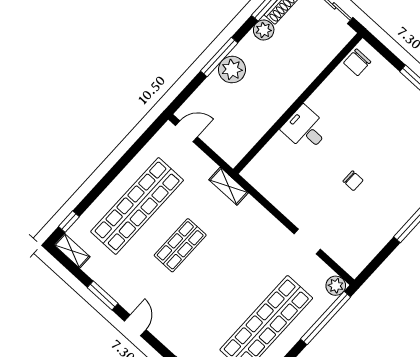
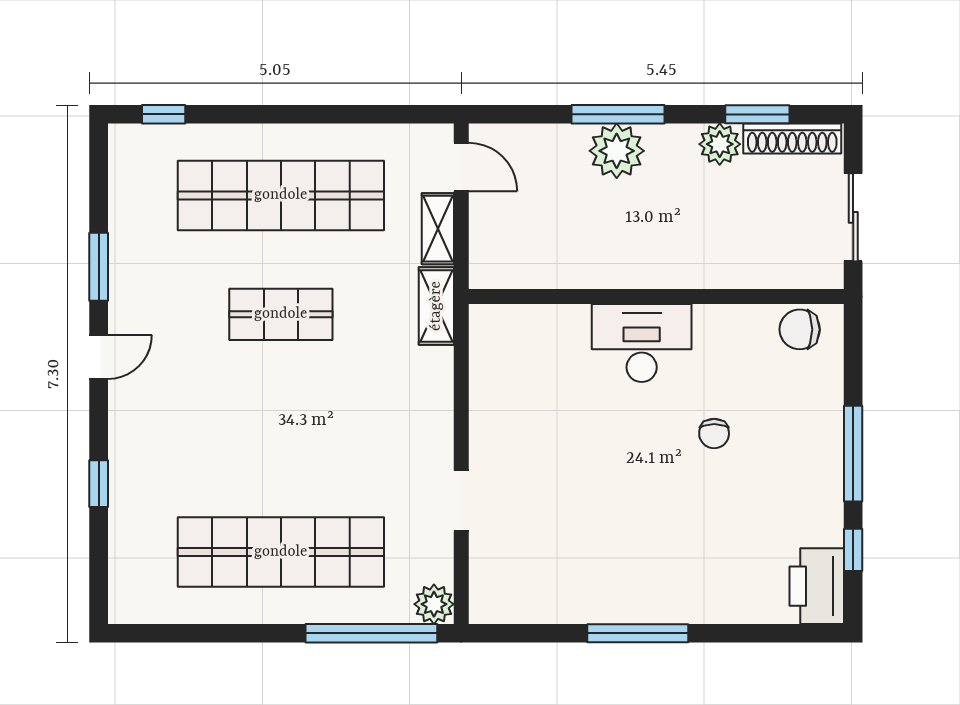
desk: (305, 129) -> (642, 343), width x1.37
chair: (353, 181) -> (714, 434), moved
shelving: (72, 251) -> (438, 229), moved

